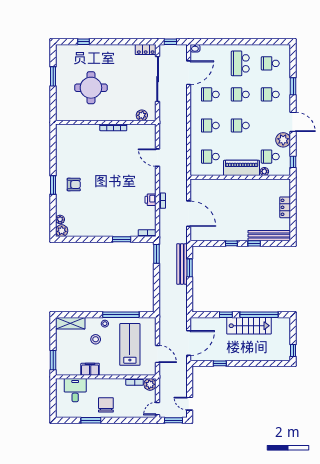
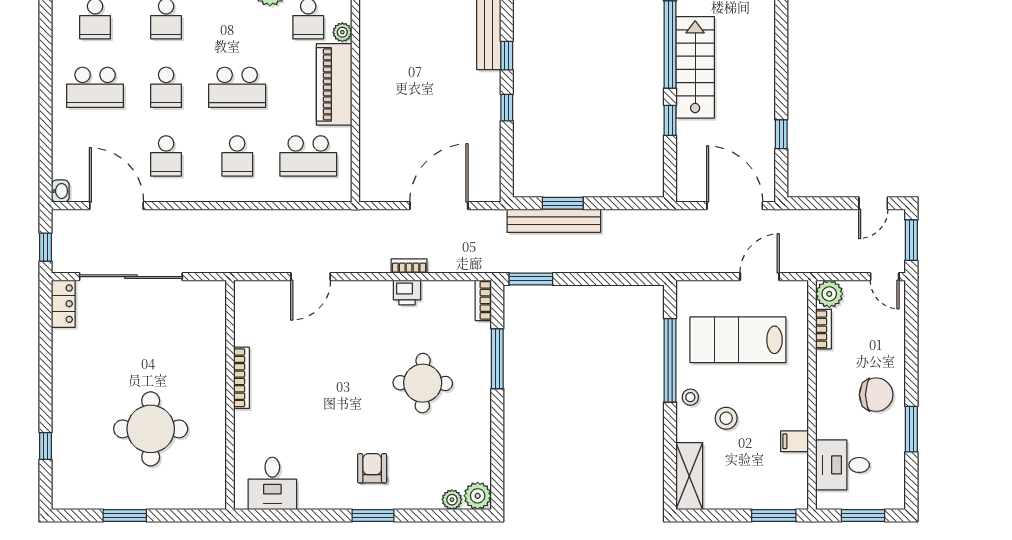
plant: (142, 115) -> (214, 313), removed
school desk: (240, 125) -> (237, 87), width x1.85
desk: (67, 141) -> (272, 483), added
school desk: (210, 157) -> (308, 156), width x1.85
round table: (111, 207) -> (423, 383), added
window: (122, 239) -> (497, 359), width x1.44
filing cabinet: (90, 369) -> (795, 441), width x0.50
window: (53, 399) -> (863, 516), added
chair: (106, 405) -> (876, 395), turned 180

